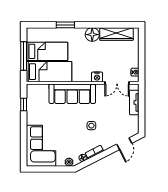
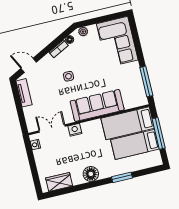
wardrobe: (116, 34) -> (59, 182), width x0.67
tv unit: (134, 102) -> (24, 93), moved
window: (24, 105) -> (146, 81), width x2.17
door: (124, 144) -> (29, 65), hinge flipped

